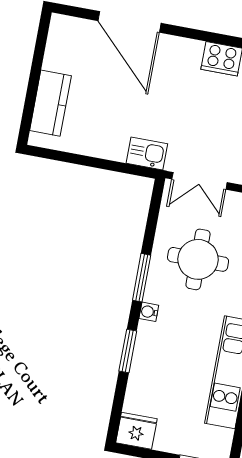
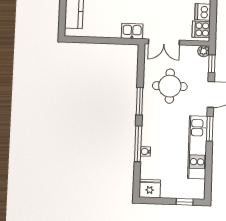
water cooler: (149, 312) -> (145, 151), moved
window: (128, 351) -> (138, 144), width x1.44

